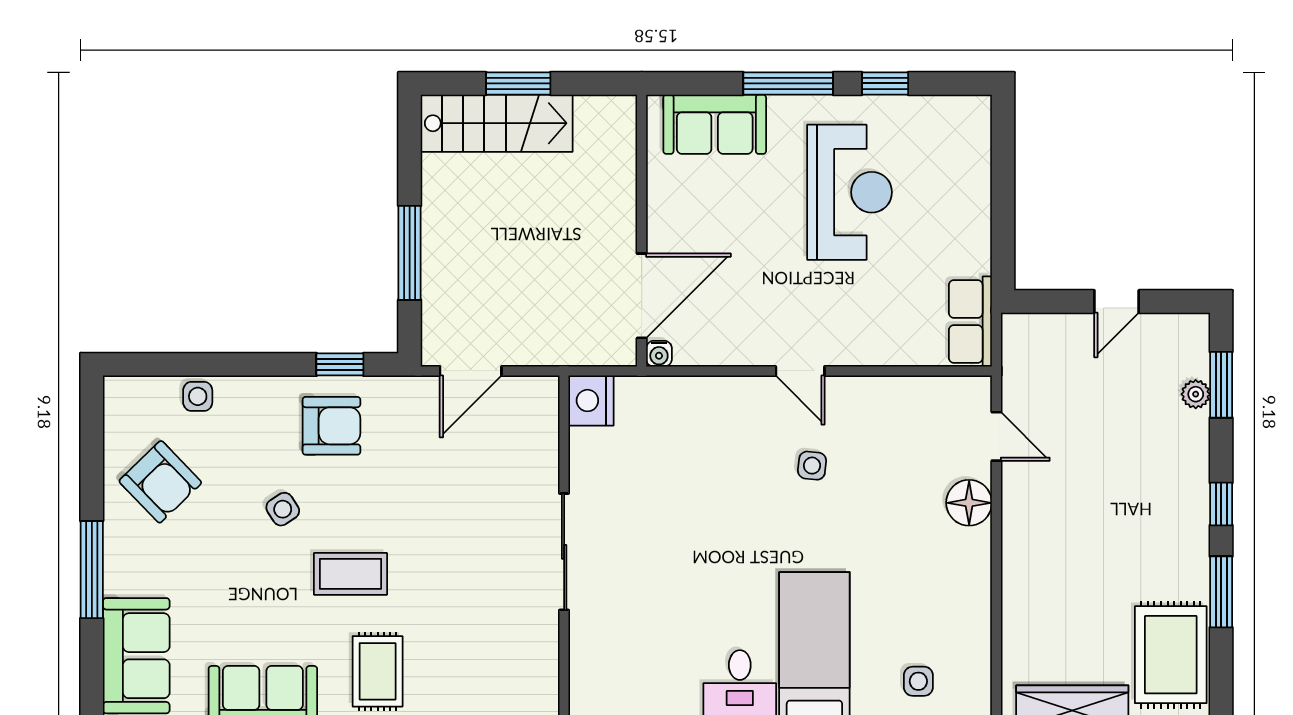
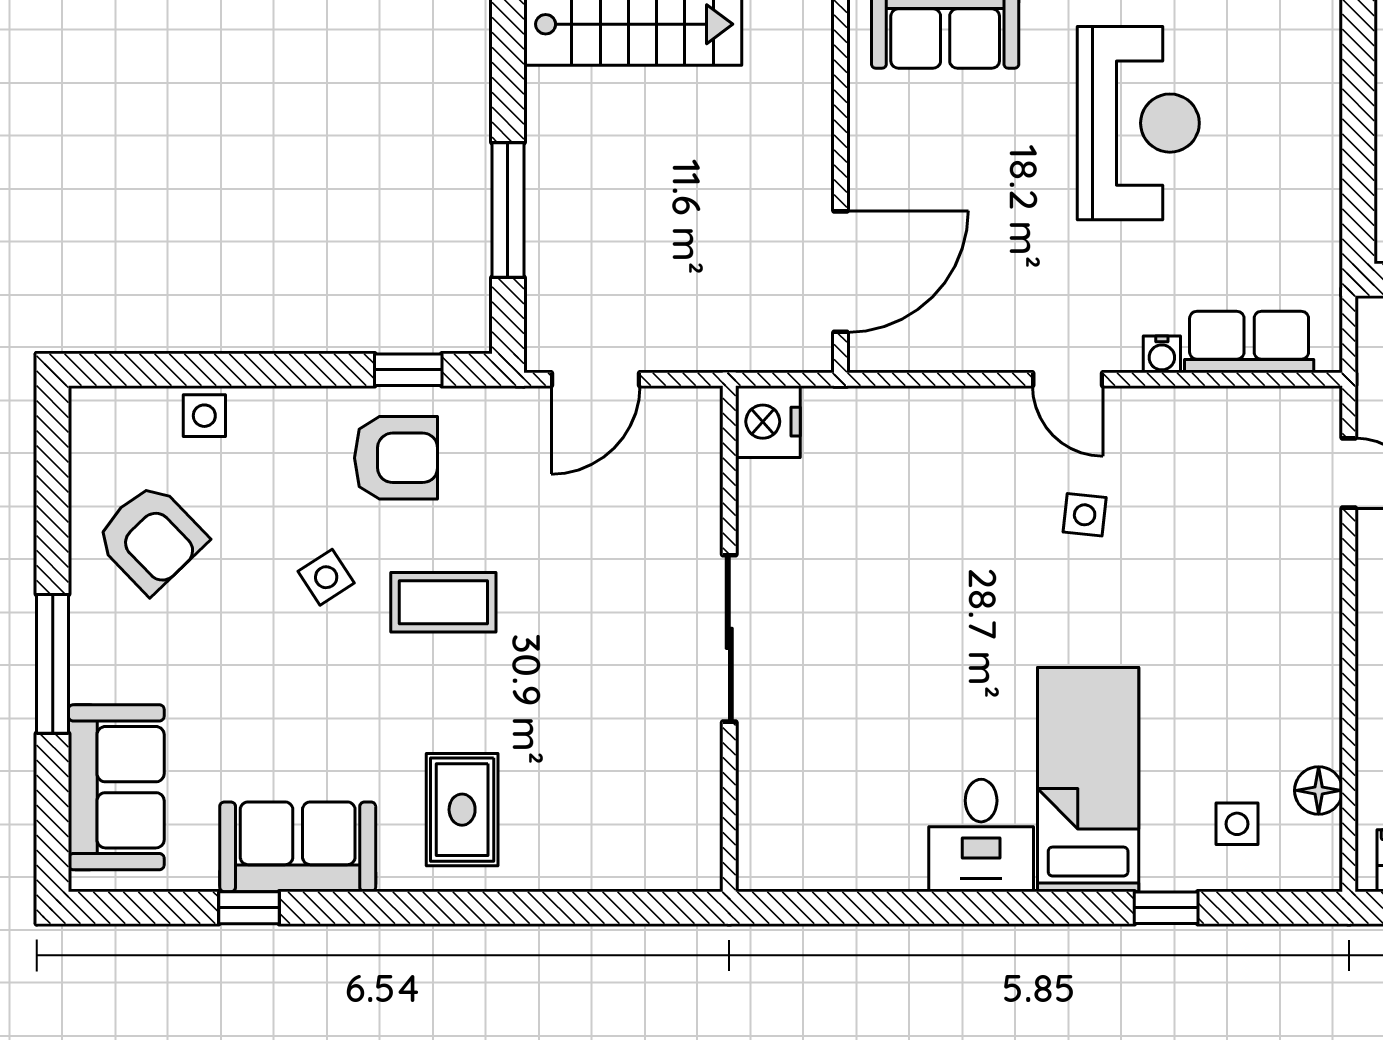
row of seats: (970, 322) -> (1249, 342), moved, turned 90
water cooler: (659, 354) -> (1162, 354), moved
floor lamp: (969, 503) -> (1319, 790), moved, width x0.73, depth x0.73
coffee table: (350, 574) -> (443, 602), moved

